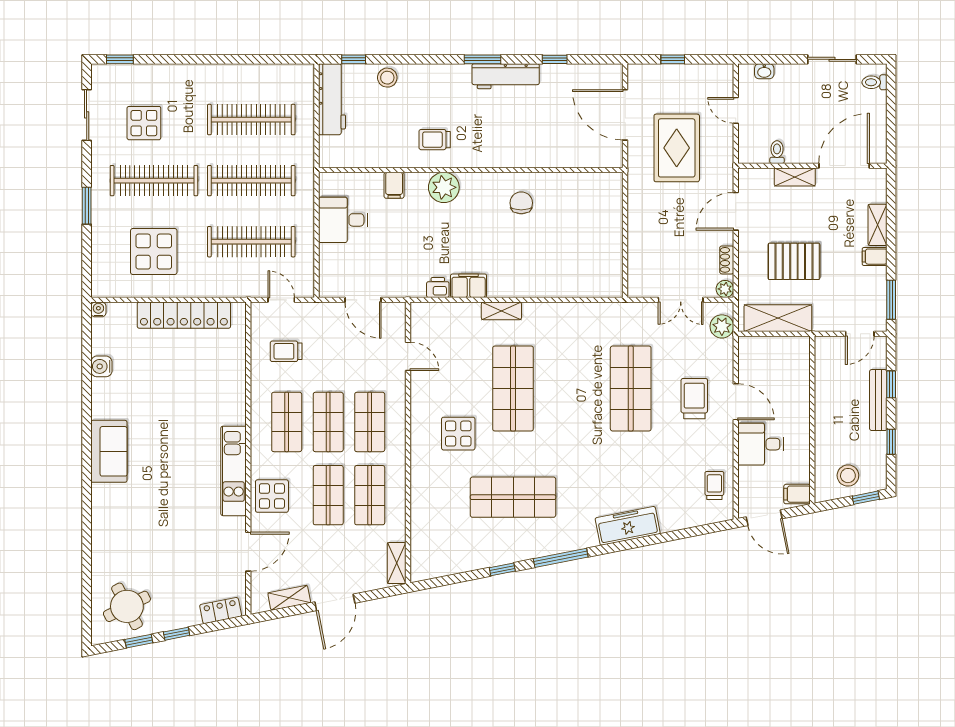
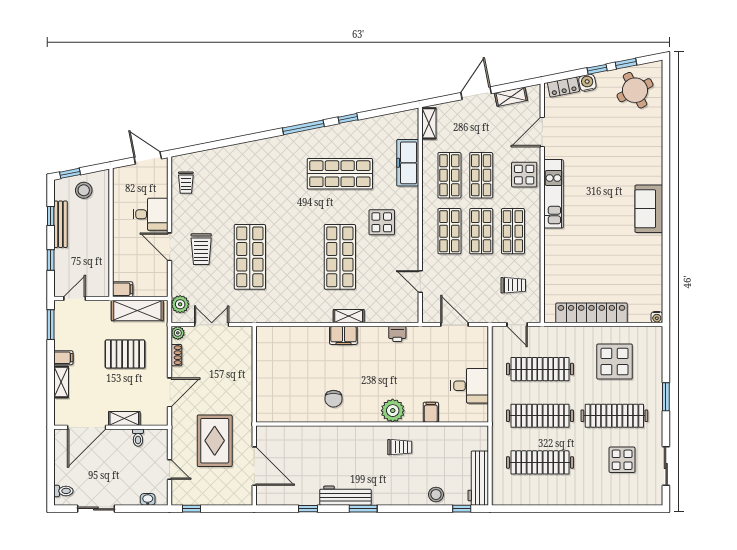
window: (120, 59) -> (640, 509), removed
window: (673, 59) -> (192, 509), moved
filing cabinet: (469, 286) -> (343, 335), moved
water cooler: (101, 366) -> (587, 83), moved, turned -101
bench: (878, 400) -> (61, 224), moved
filing cabinet: (797, 494) -> (123, 289), moved
freezer: (628, 526) -> (408, 163), moved, turned 101

